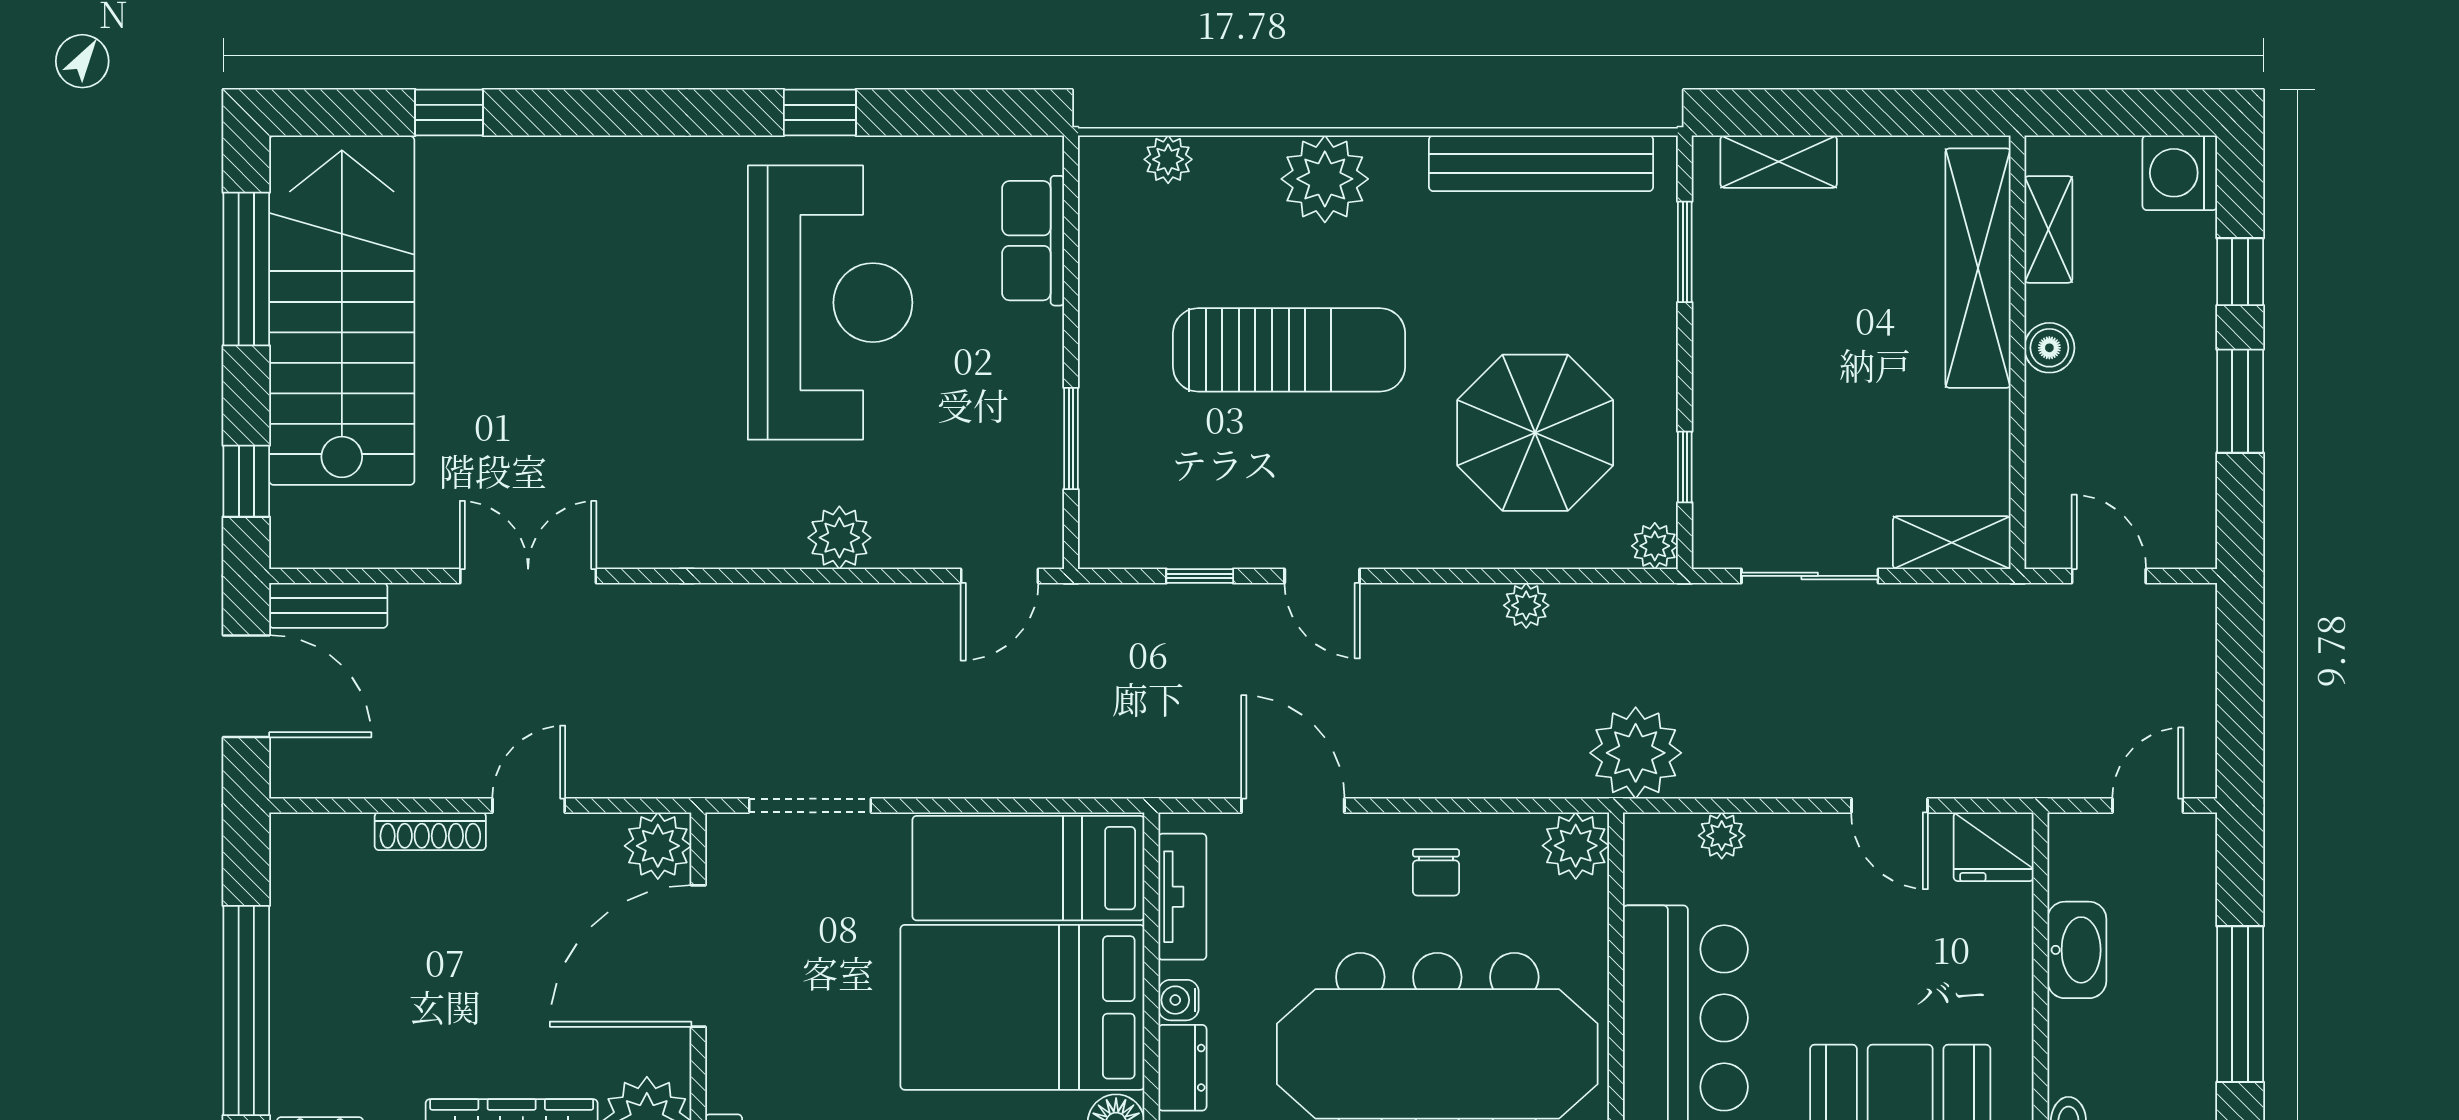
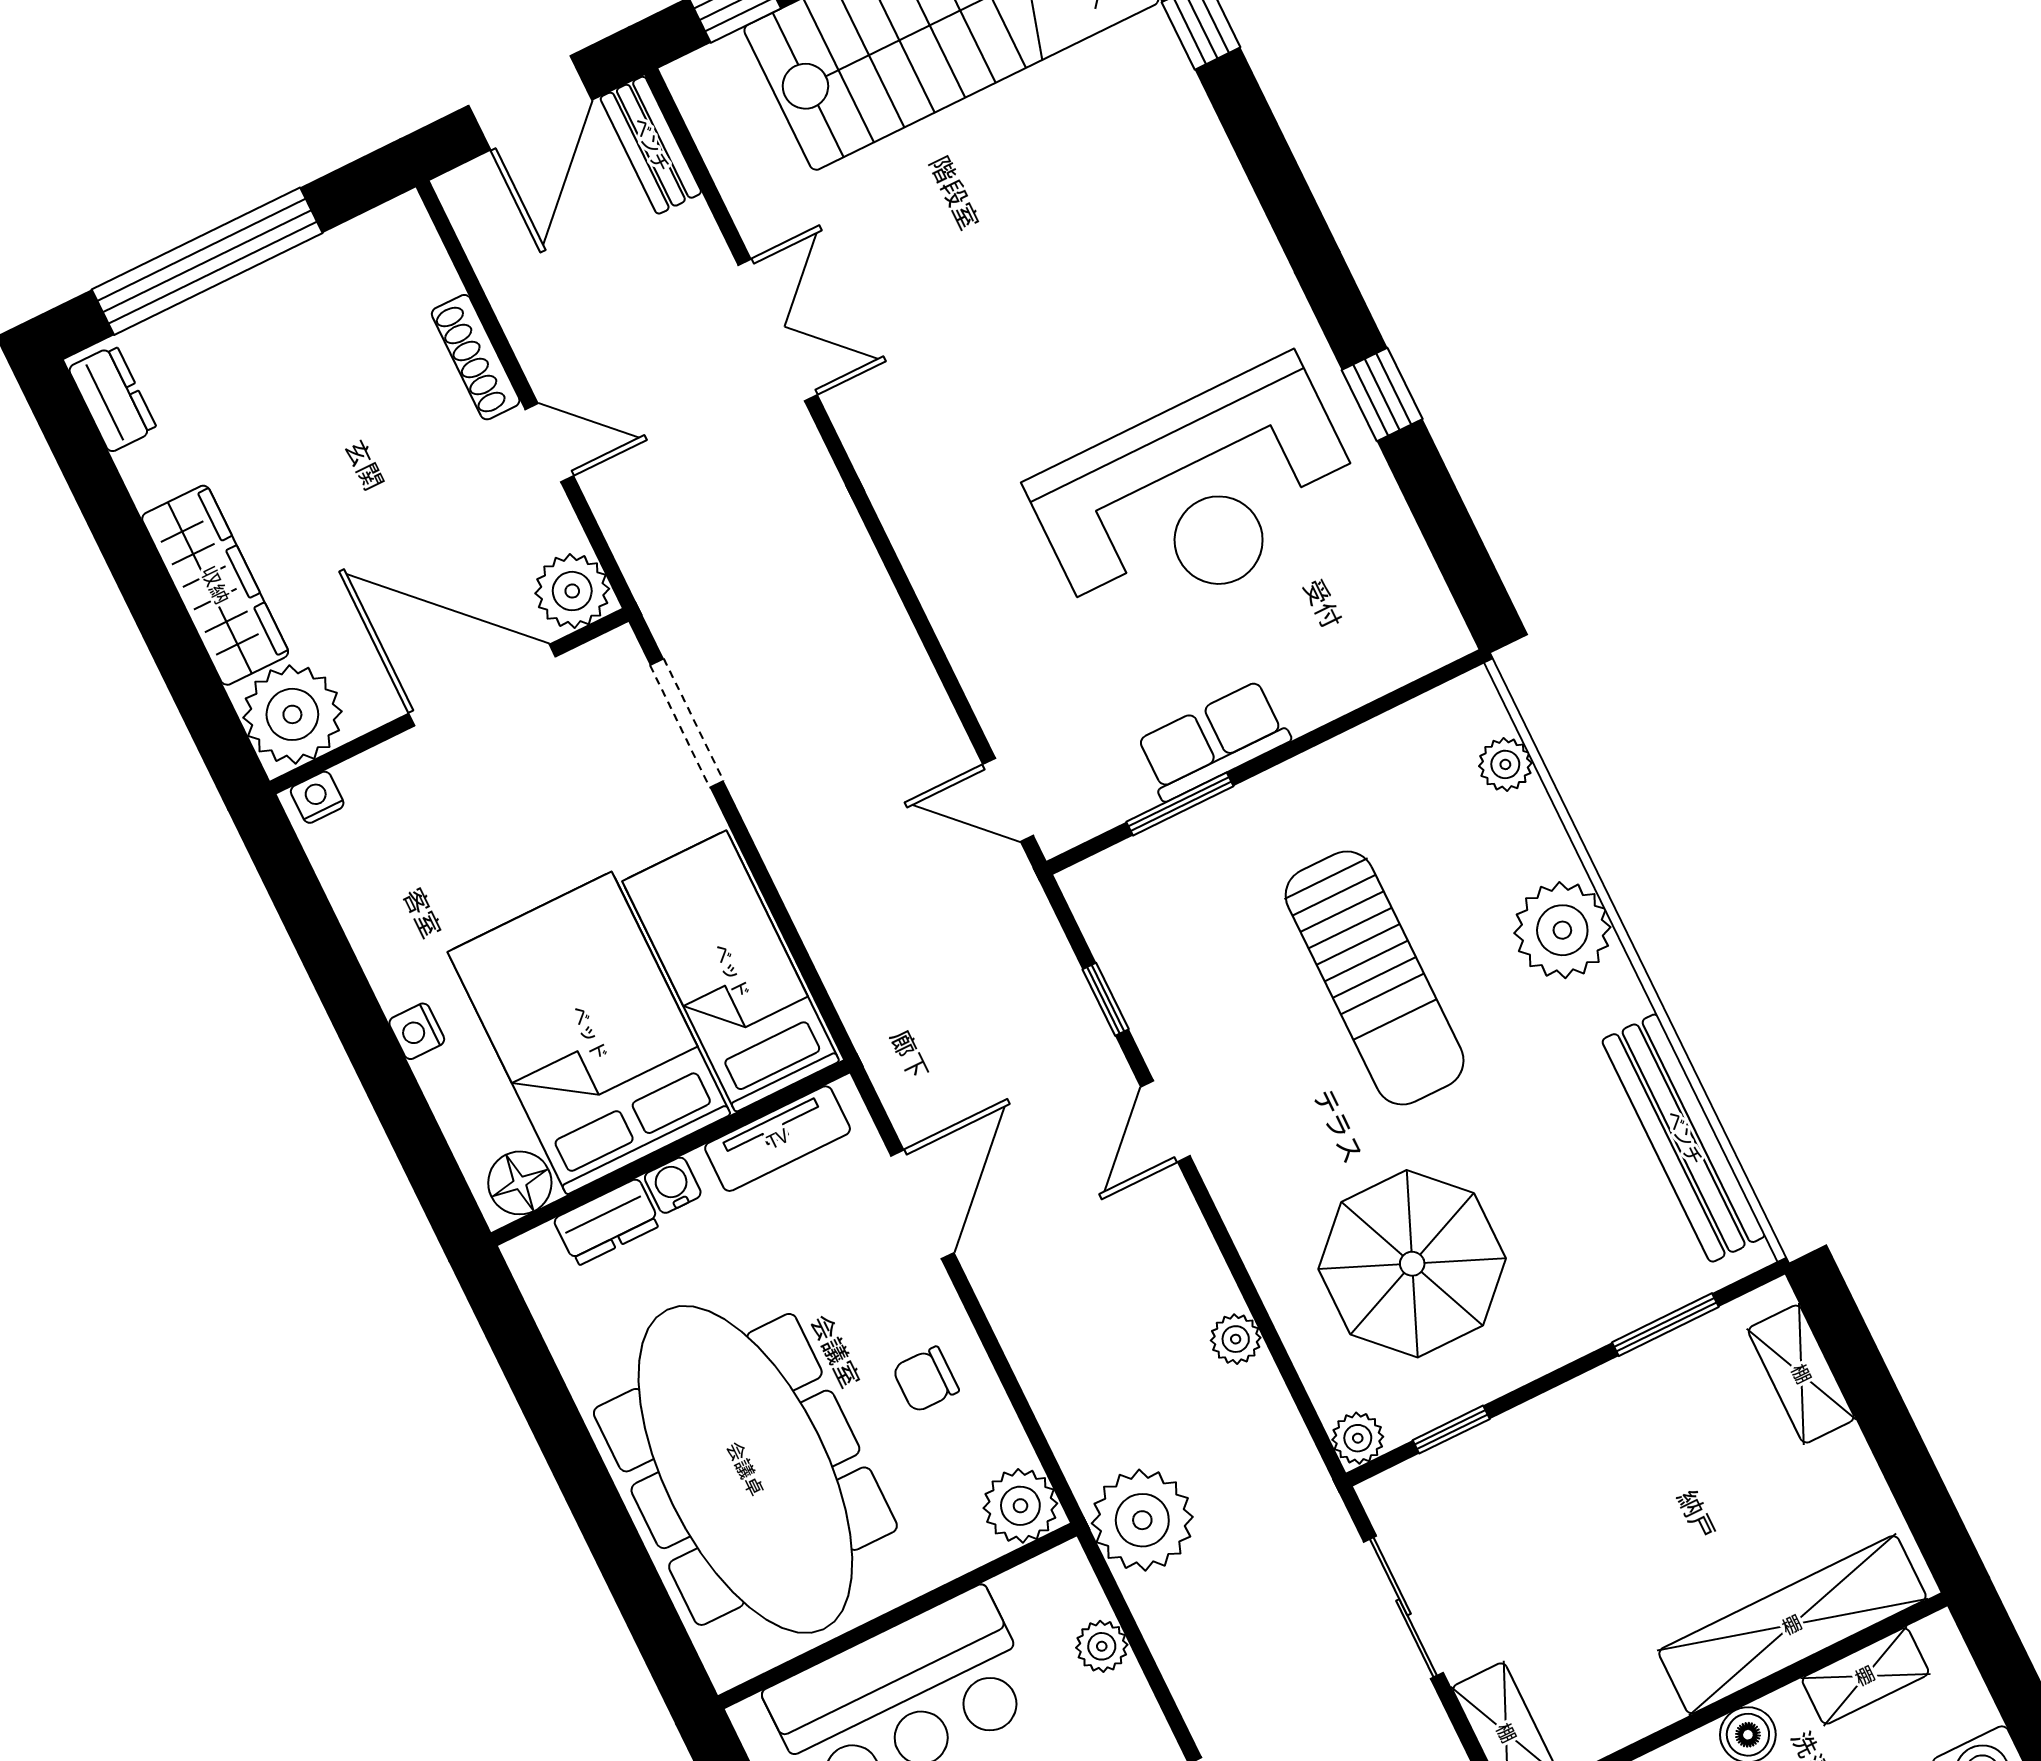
row of seats: (1033, 241) -> (1213, 741), moved
plant: (839, 538) -> (968, 622), removed

